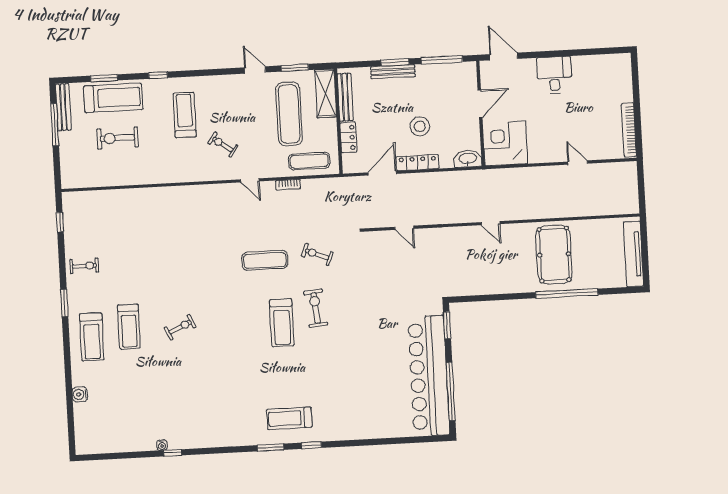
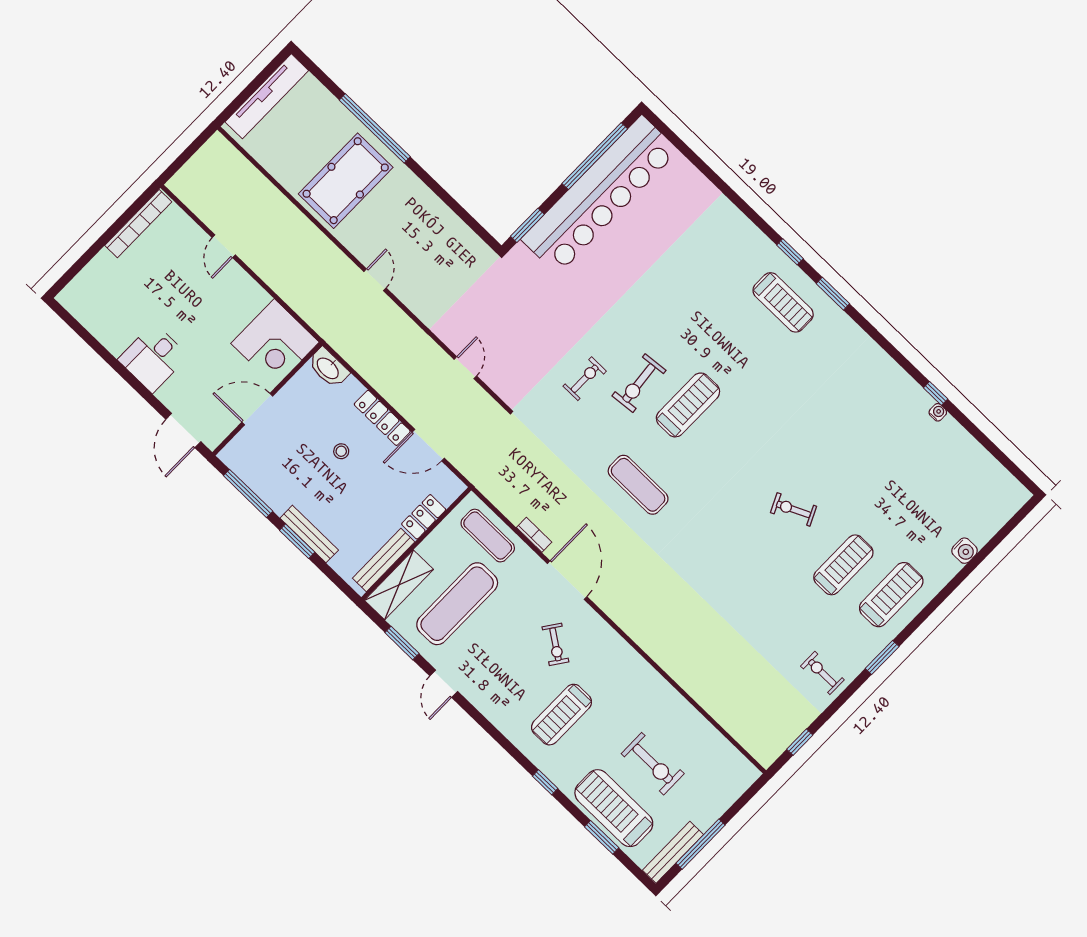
stool: (420, 126) -> (341, 451), width x0.53, depth x0.53
door: (250, 180) -> (567, 580), width x1.88
exercise bike: (317, 254) -> (585, 379), moved, turned -112

